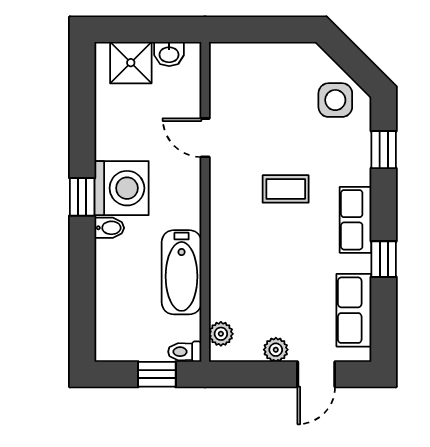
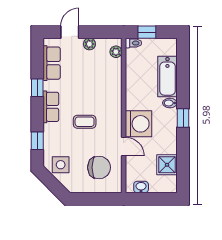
shower: (131, 63) -> (167, 165), moved
chair: (256, 94) -> (99, 167), added
washing machine: (122, 188) -> (138, 124), moved, turned 180
bathtub: (182, 272) -> (167, 77), moved, turned 180

